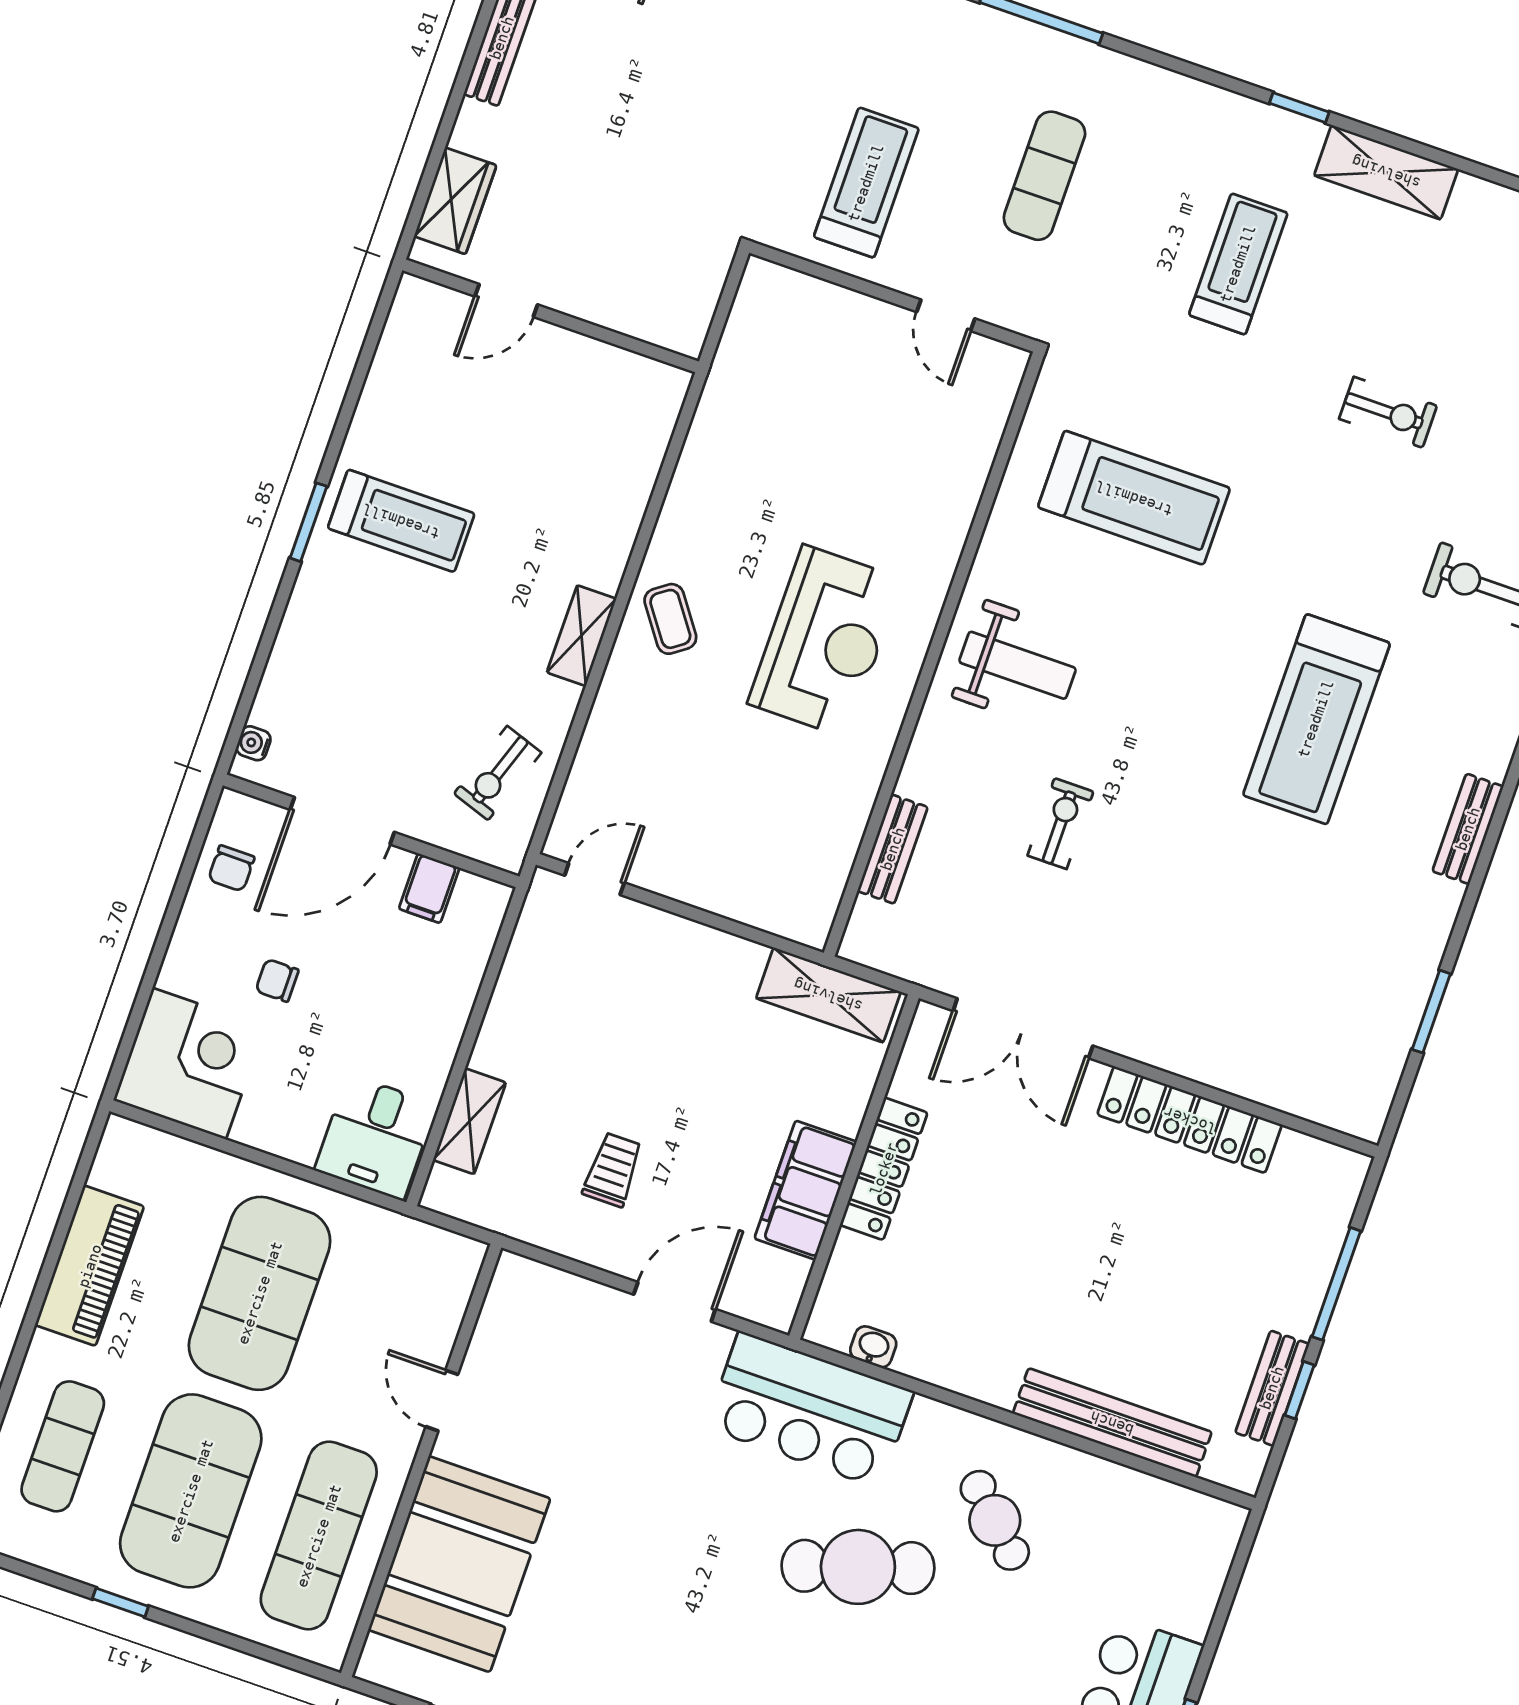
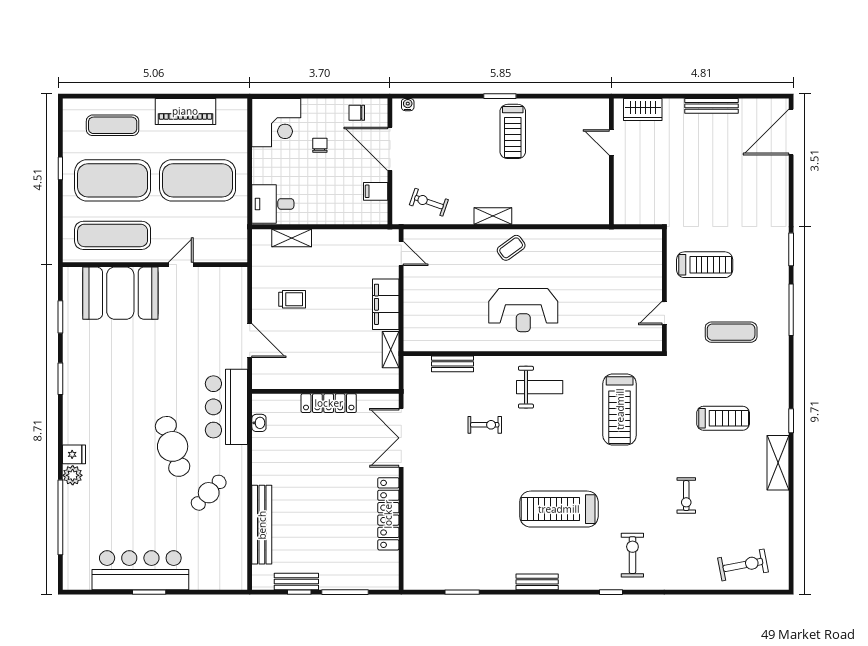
weight bench: (1018, 665) -> (540, 387), turned -90
shelving: (828, 995) -> (391, 350), width x0.67, depth x0.75
filing cabinet: (806, 1190) -> (386, 304), moved, turned -90

